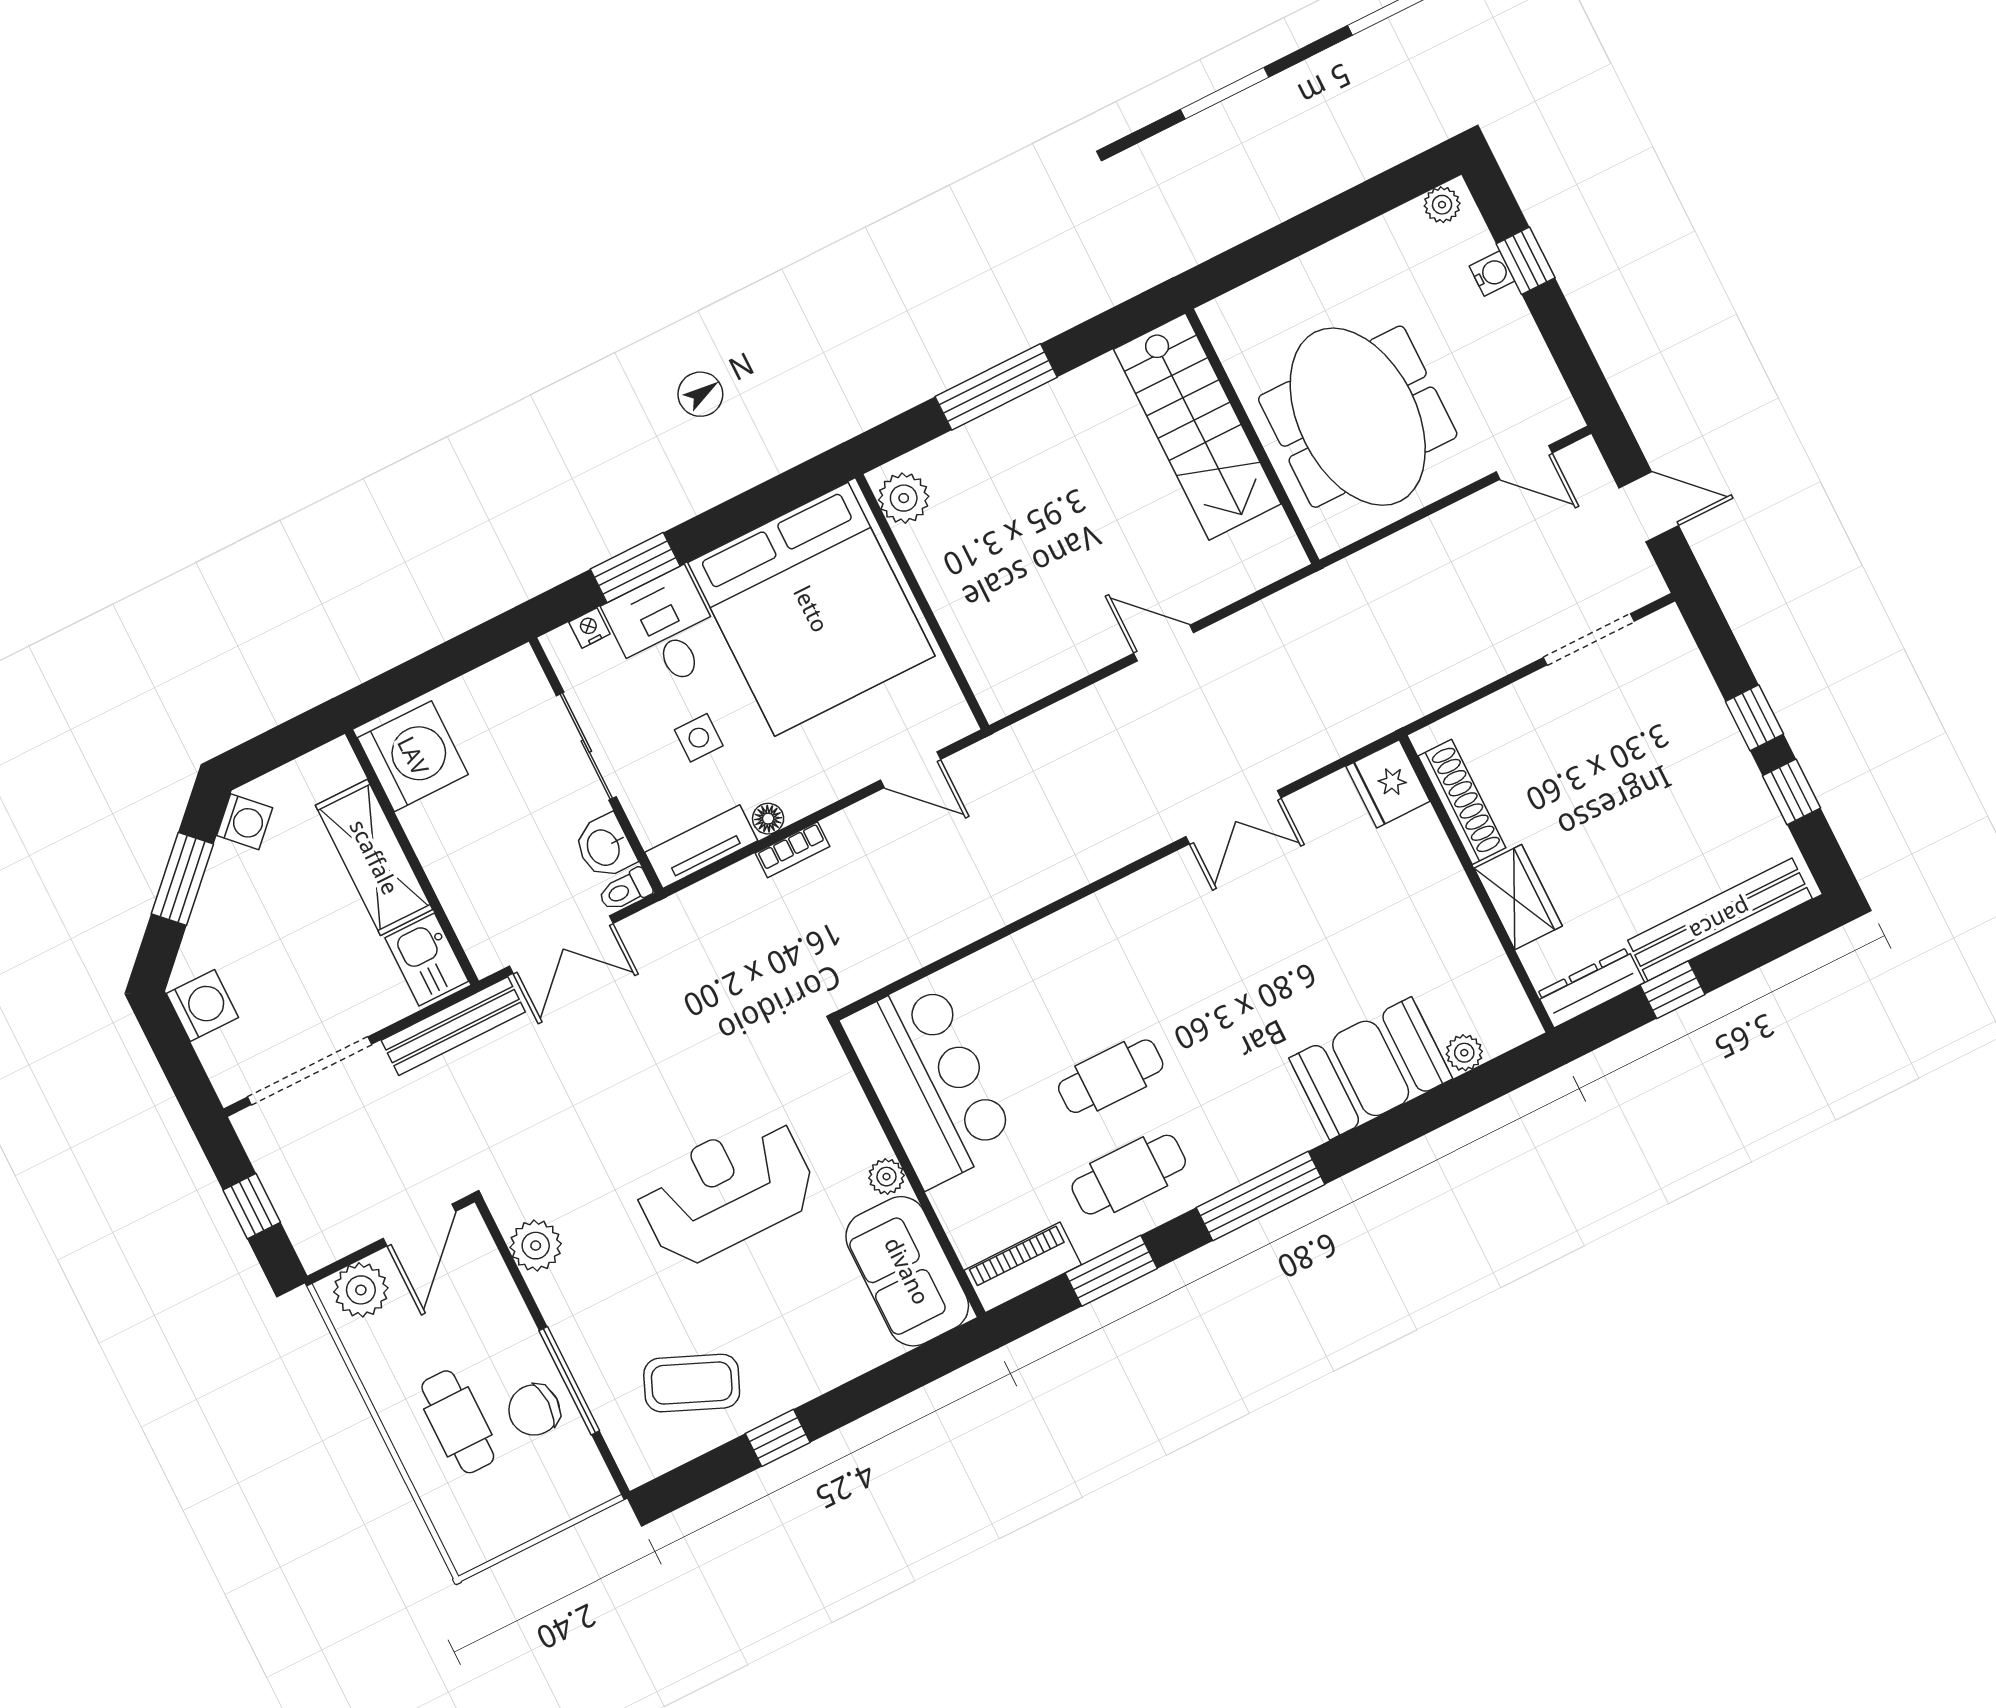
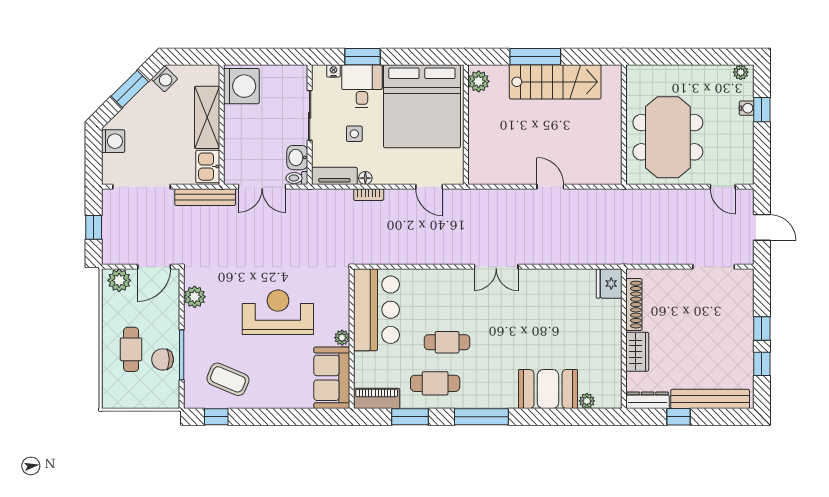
stairs: (1197, 427) -> (555, 82), moved, turned -90
double door: (1233, 817) -> (496, 267), moved
window: (778, 1438) -> (216, 417), moved

